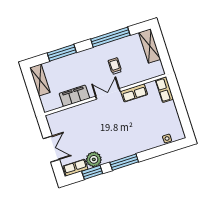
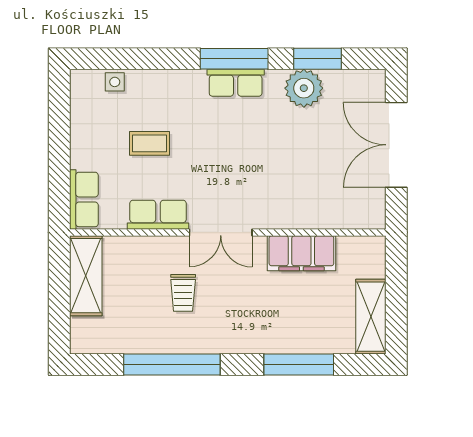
shelving: (150, 46) -> (86, 276), moved
coffee table: (146, 119) -> (149, 143), added
double door: (51, 149) -> (396, 145), width x1.37
row of seats: (75, 168) -> (236, 83), moved

